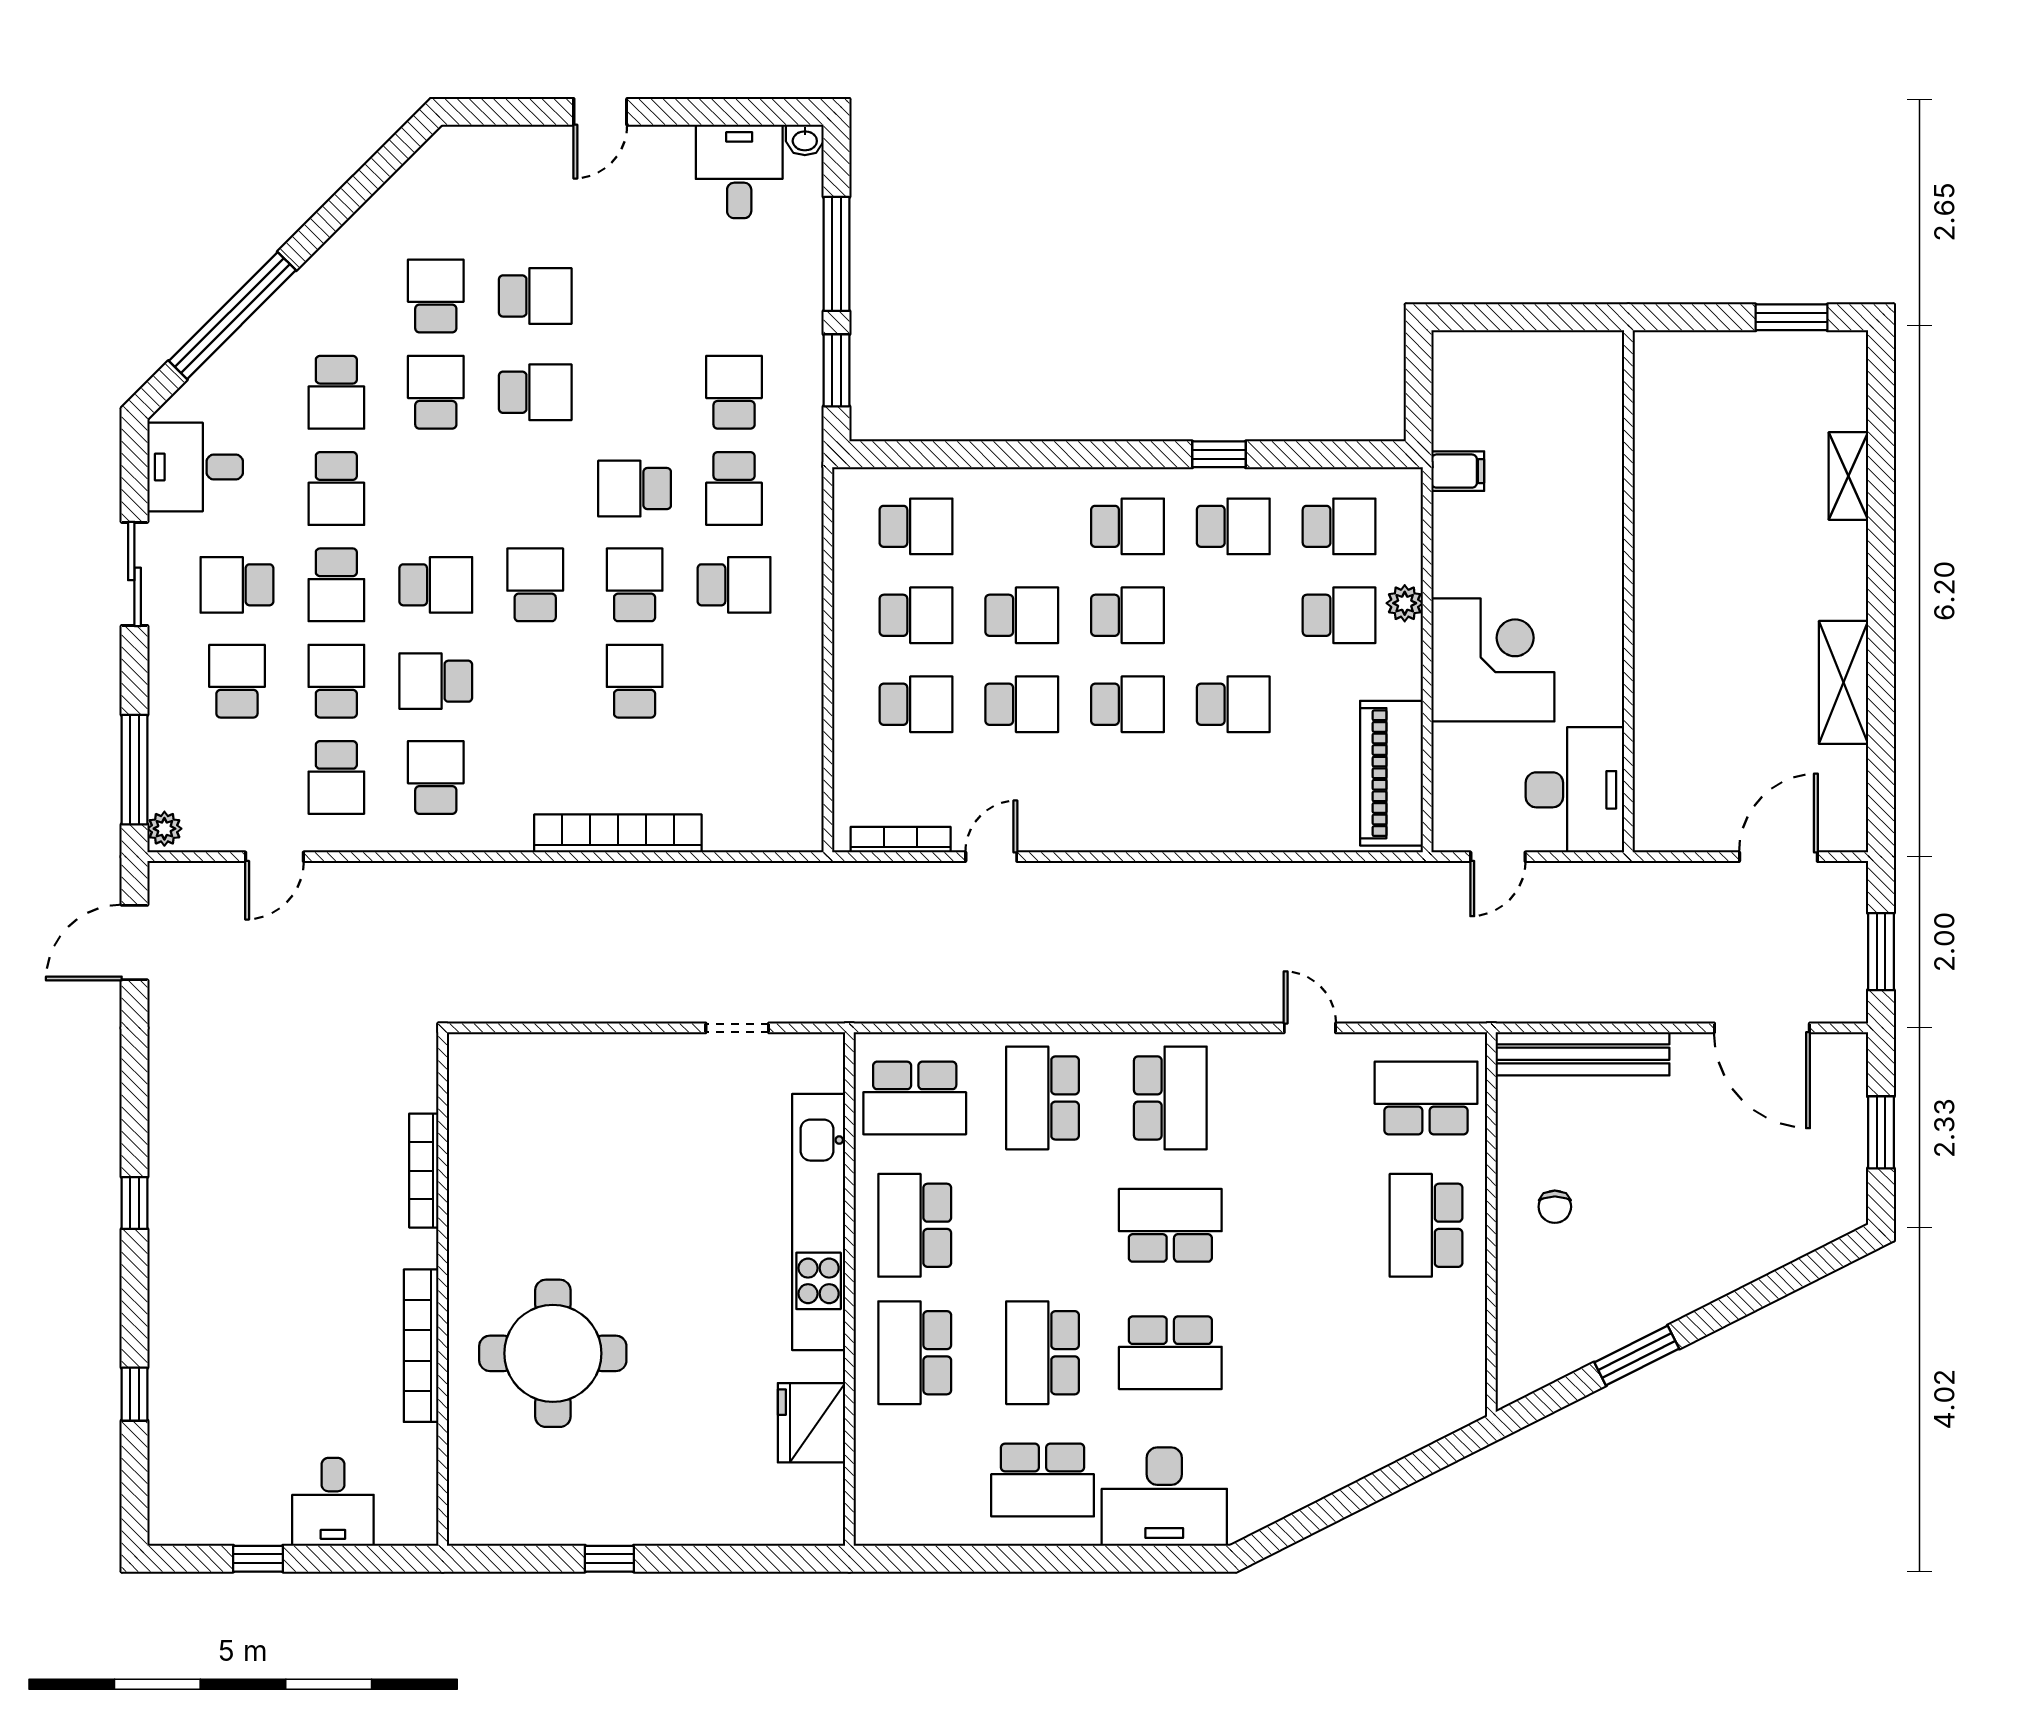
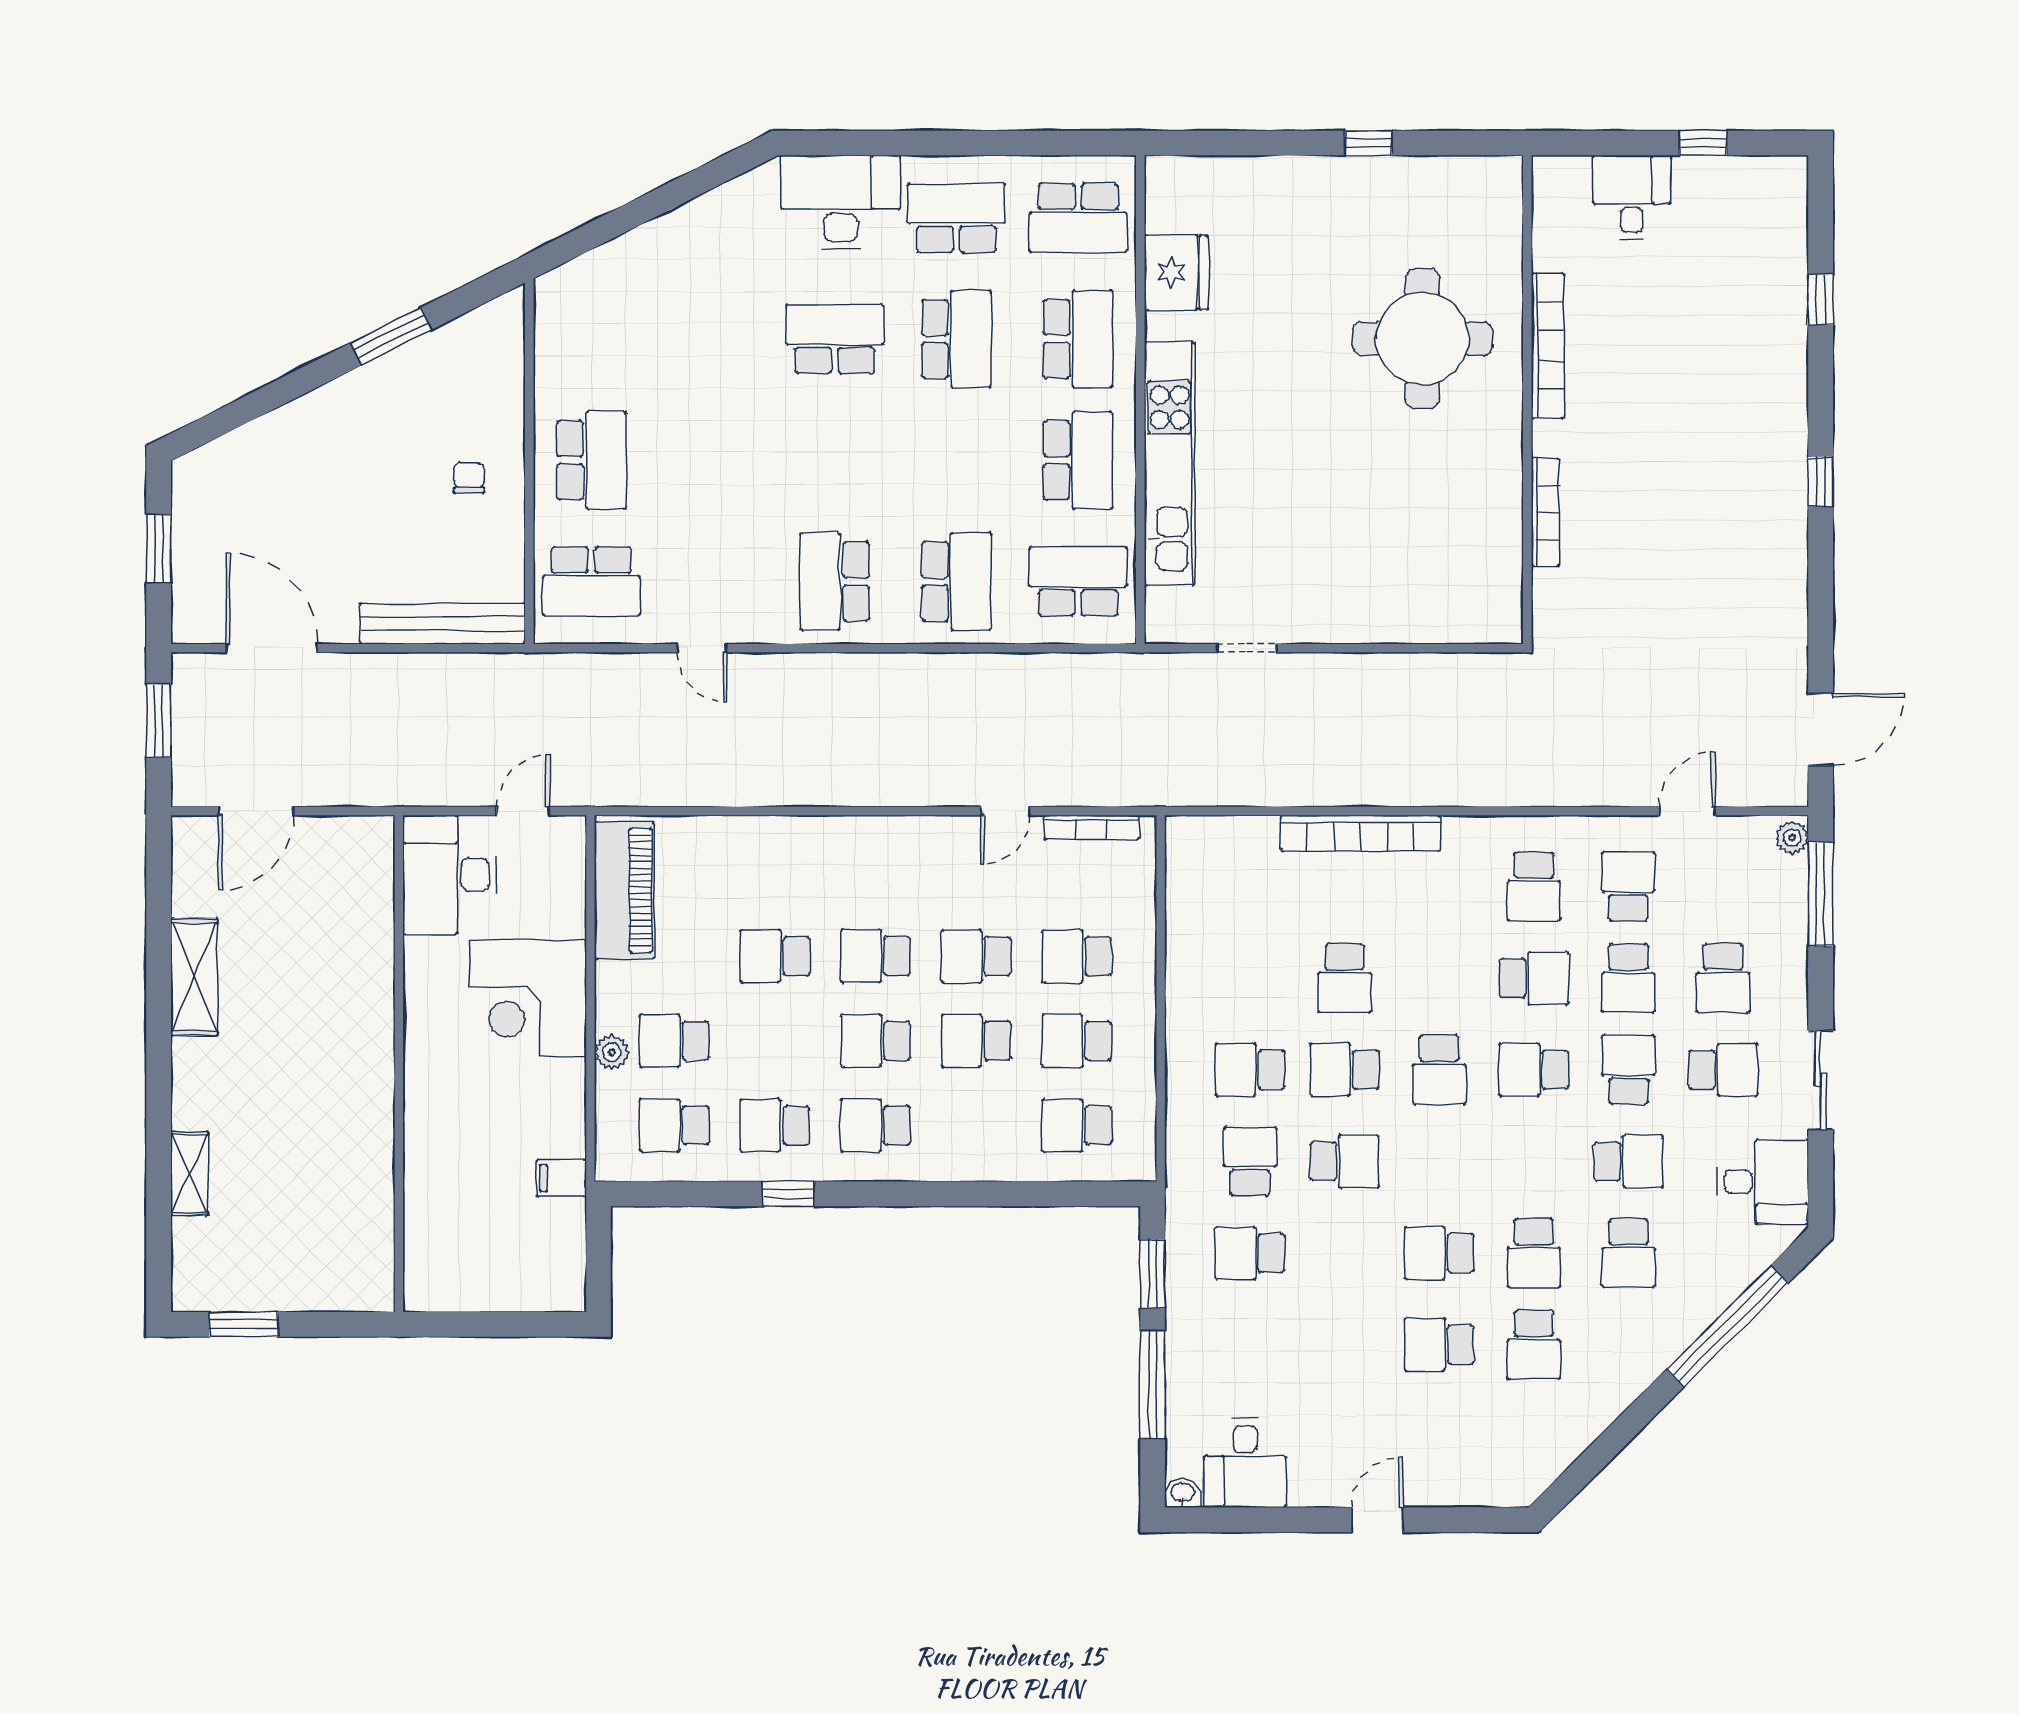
school desk: (336, 392) -> (1628, 1253), turned 180
school desk: (734, 392) -> (1250, 1253), turned 90
school desk: (336, 489) -> (1628, 1161), turned 90
school desk: (635, 585) -> (1345, 1070), turned 90
school desk: (1170, 1225) -> (1078, 218), moved

